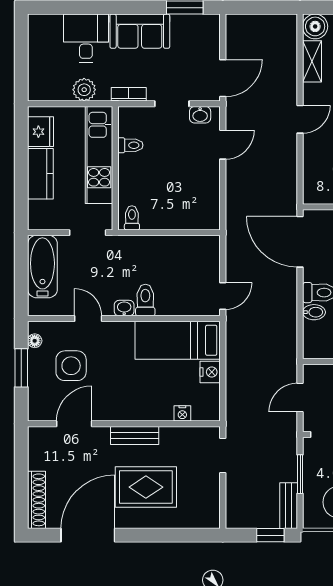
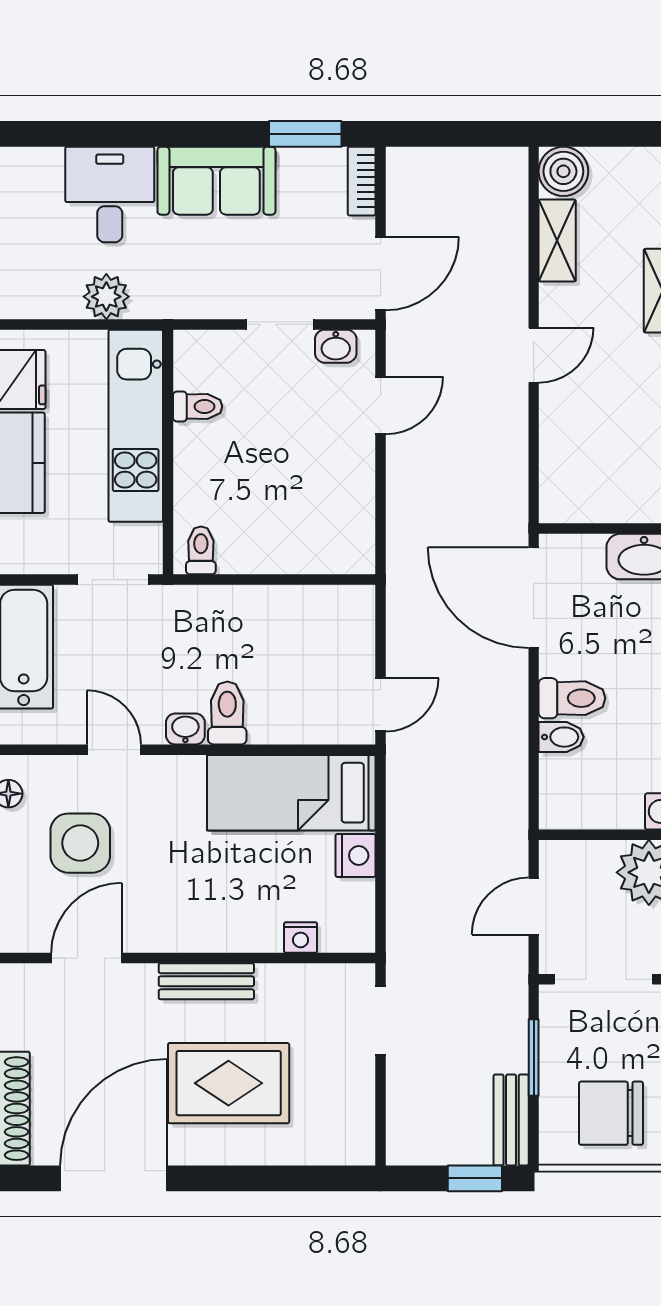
bookcase: (129, 94) -> (362, 181), moved, turned -90

